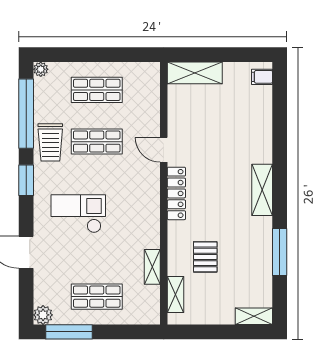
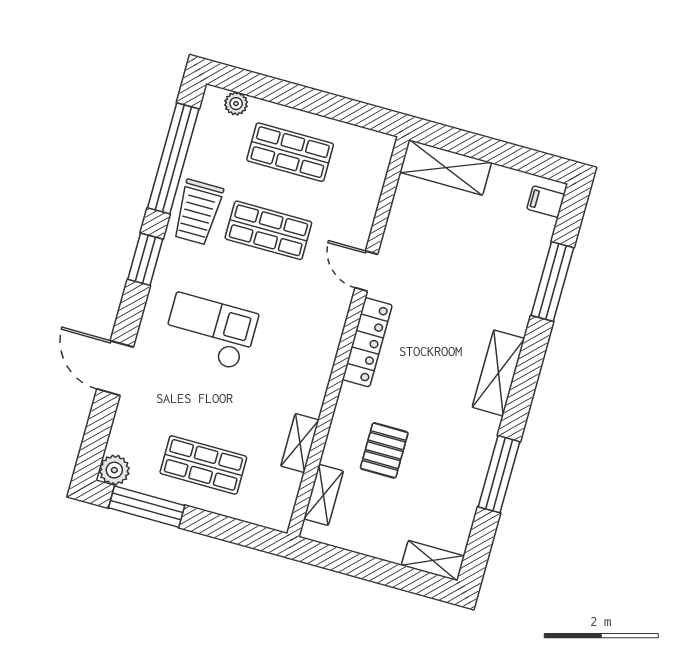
plant: (41, 69) -> (236, 104), moved
window: (280, 125) -> (552, 282), added

